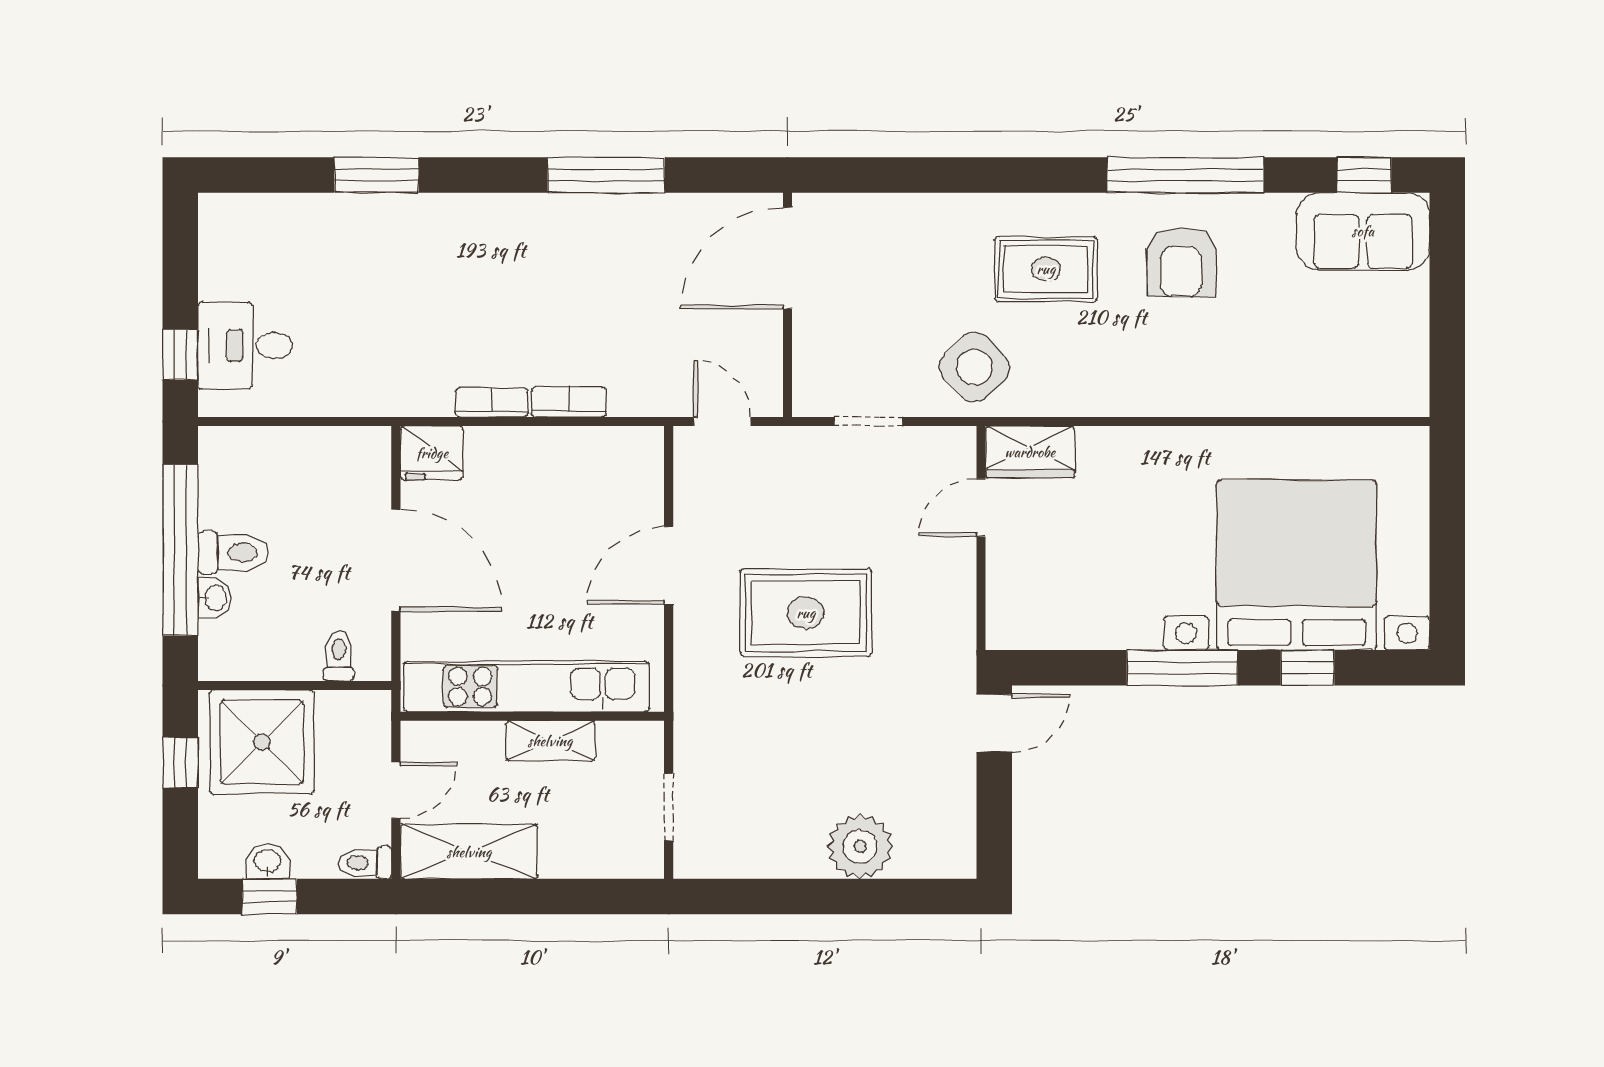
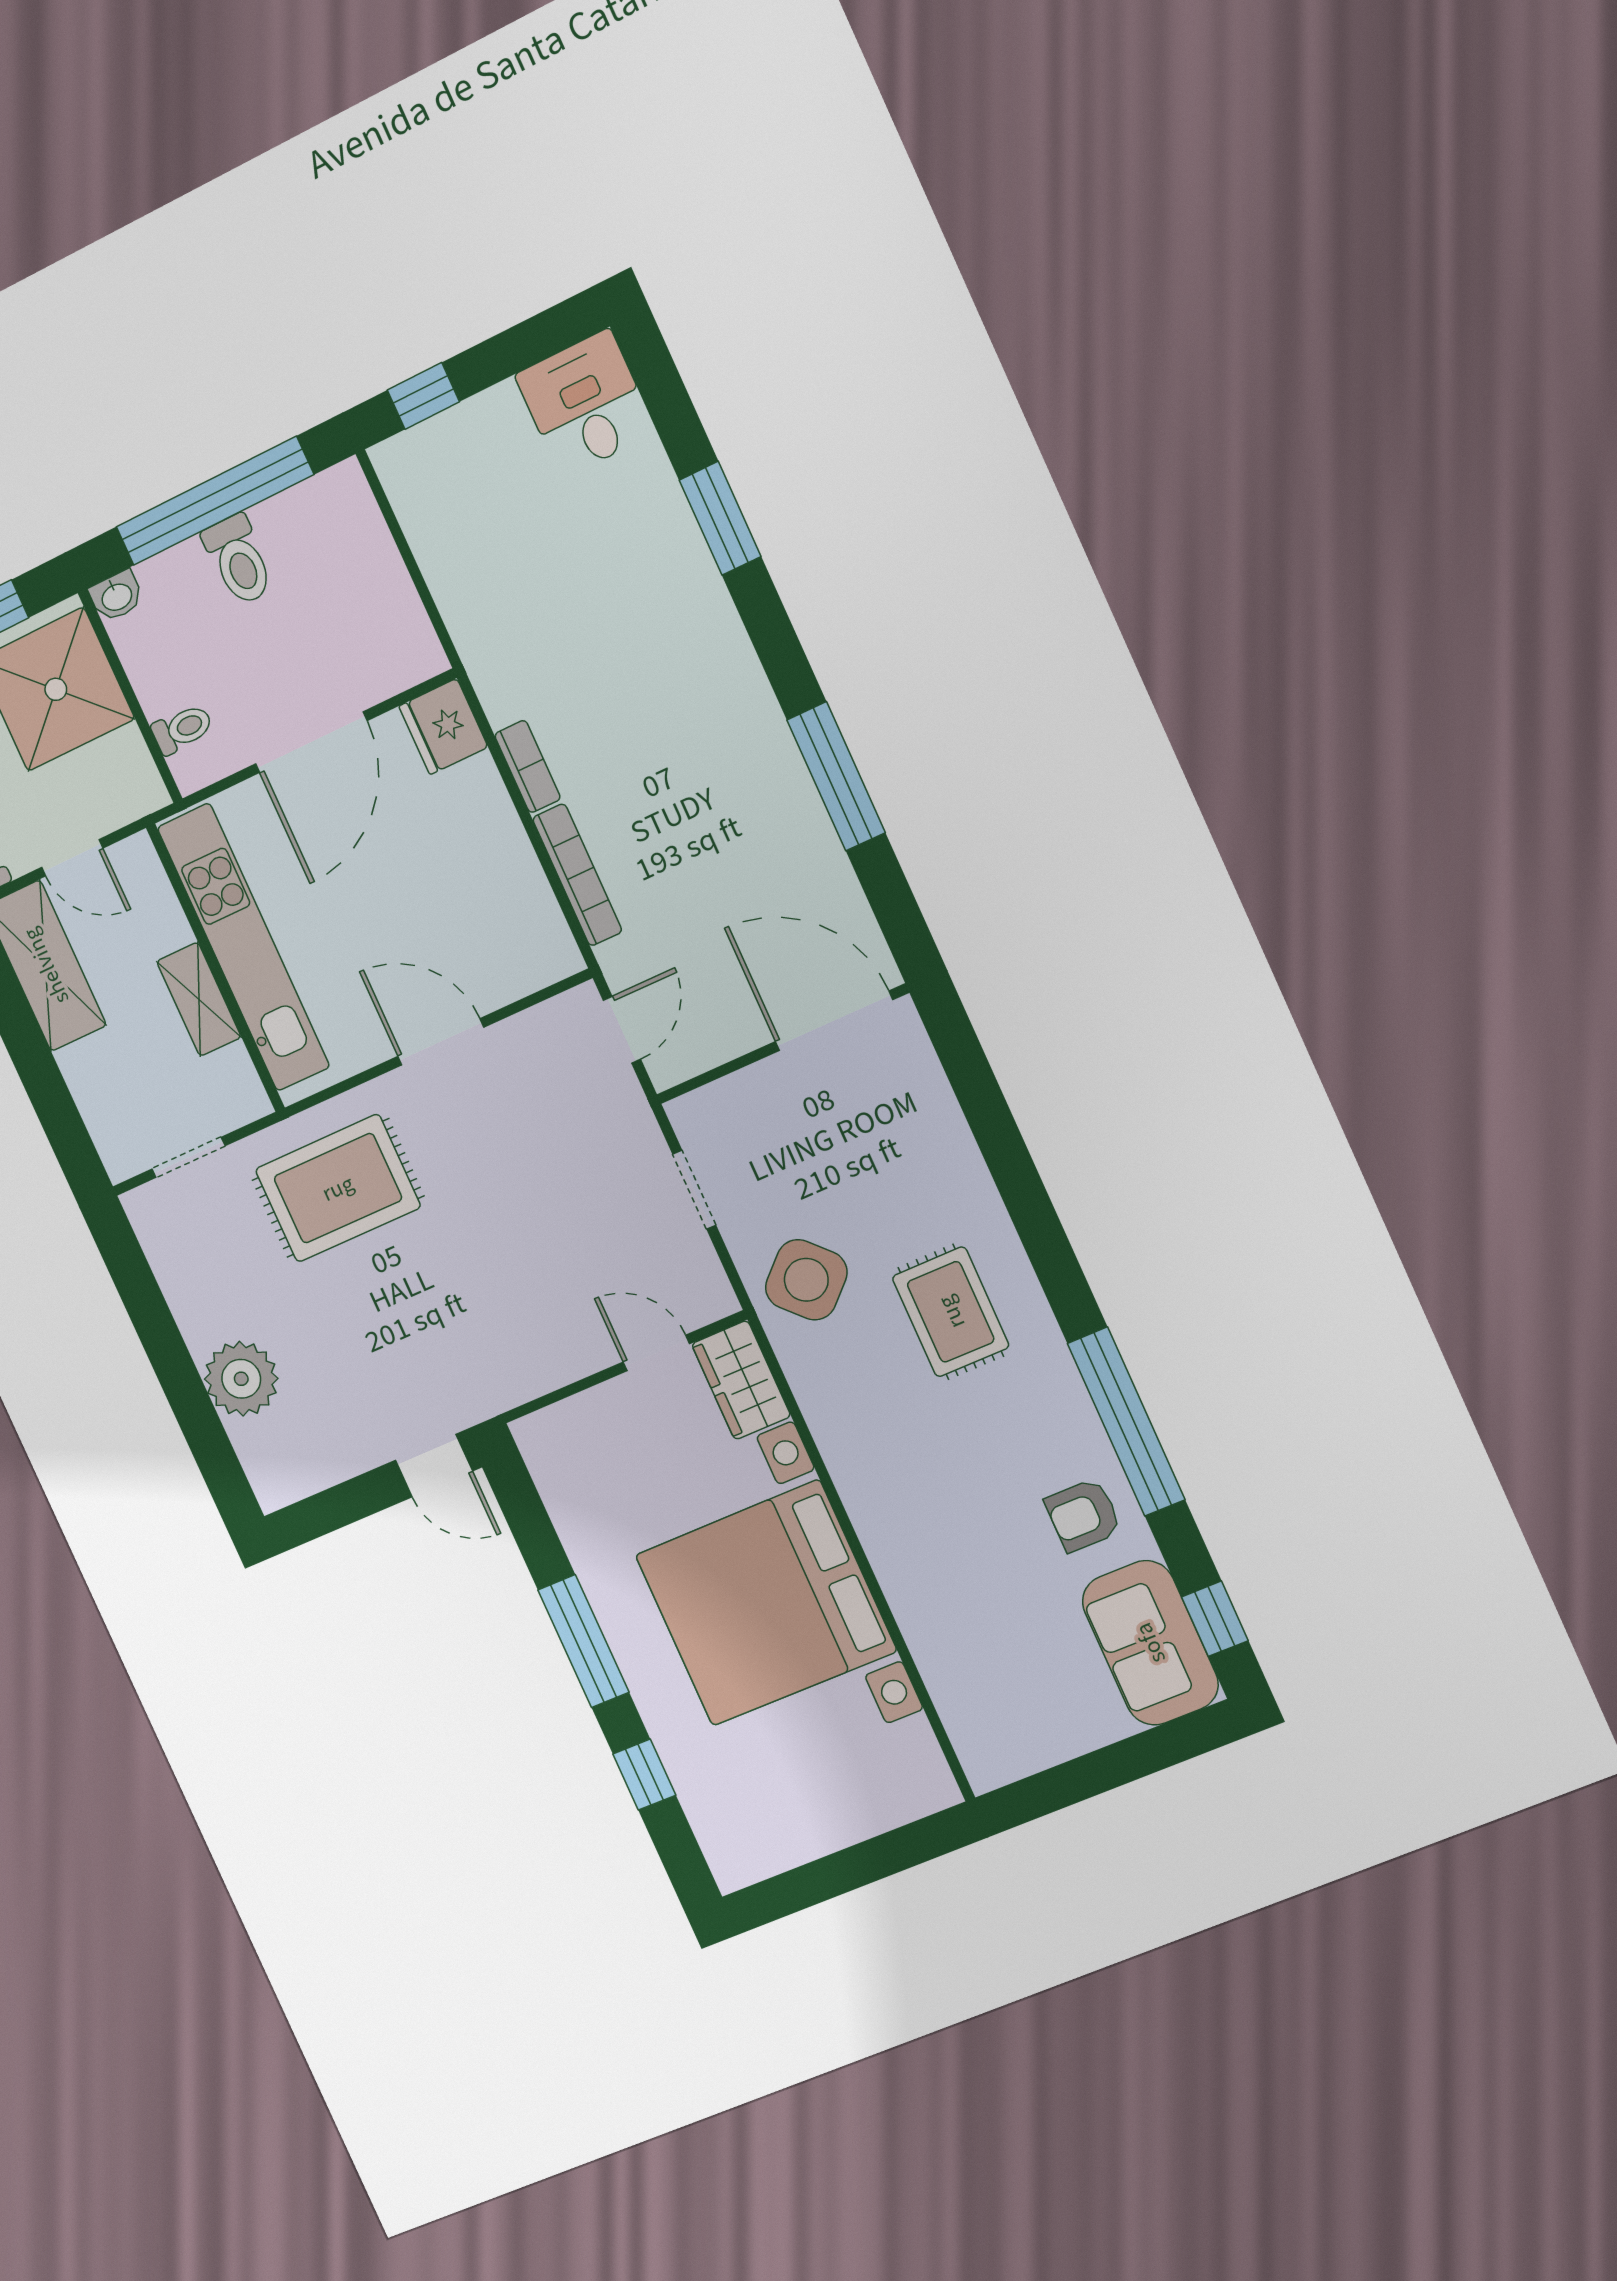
armchair: (1181, 262) -> (1083, 1515), moved, width x0.72, depth x0.72
desk: (245, 345) -> (585, 404), moved
bookcase: (569, 402) -> (577, 875), width x1.56
bed with nightstands: (1297, 565) -> (766, 1603), moved, turned 180
washbasin: (215, 598) -> (116, 596), moved
rug: (806, 613) -> (338, 1188), moved, turned 90

